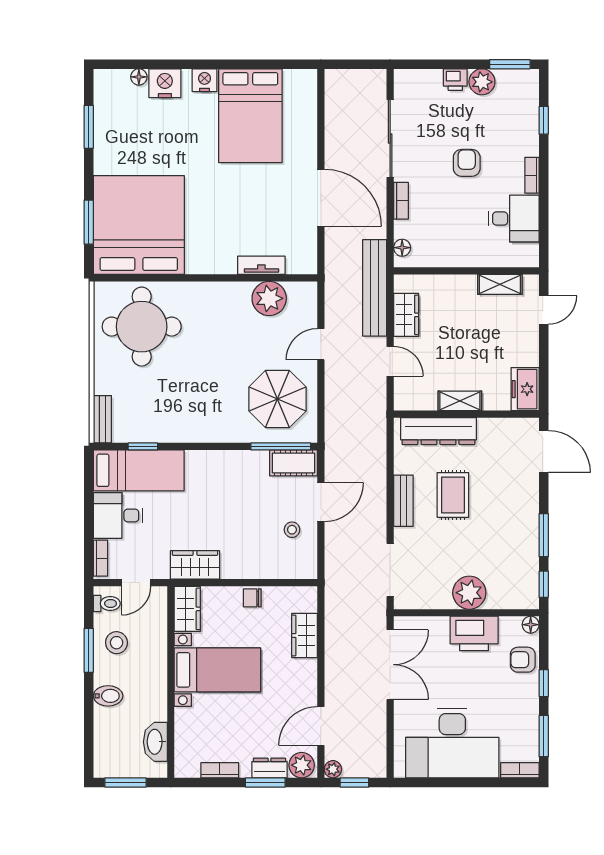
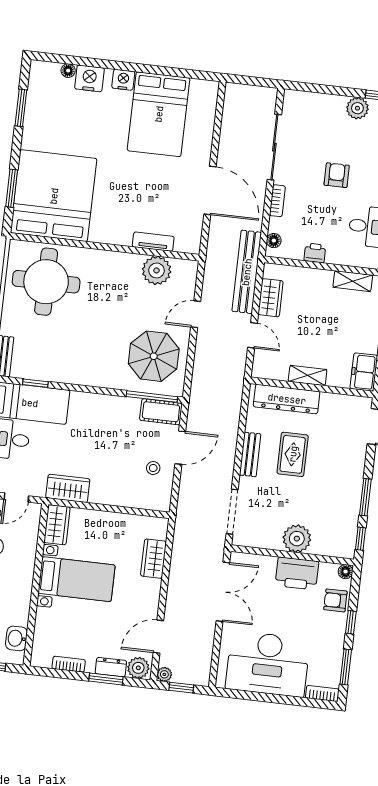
printer: (455, 80) -> (315, 253), moved, turned 180
chair: (252, 598) -> (113, 522), removed
washbasin: (155, 742) -> (16, 638), width x0.72

